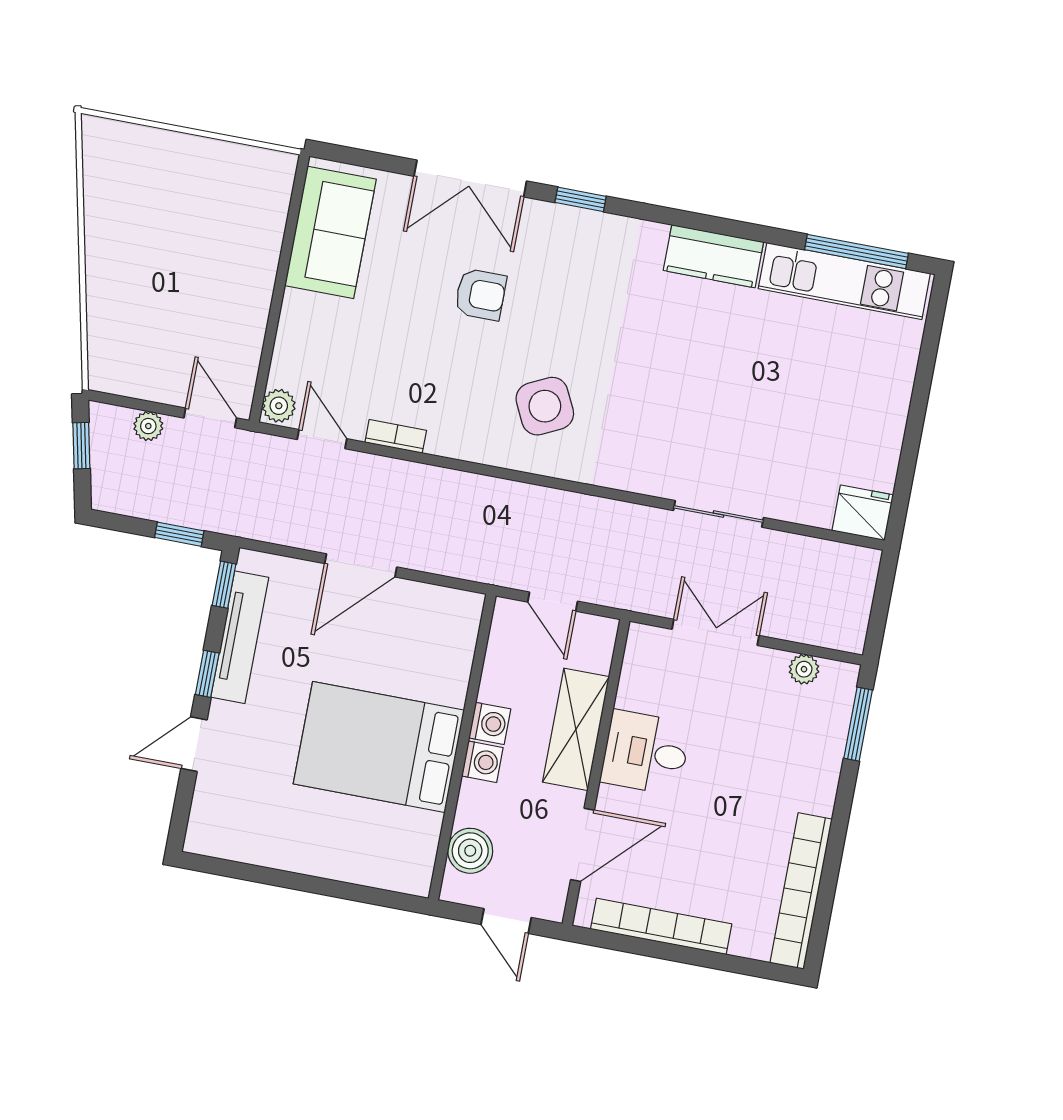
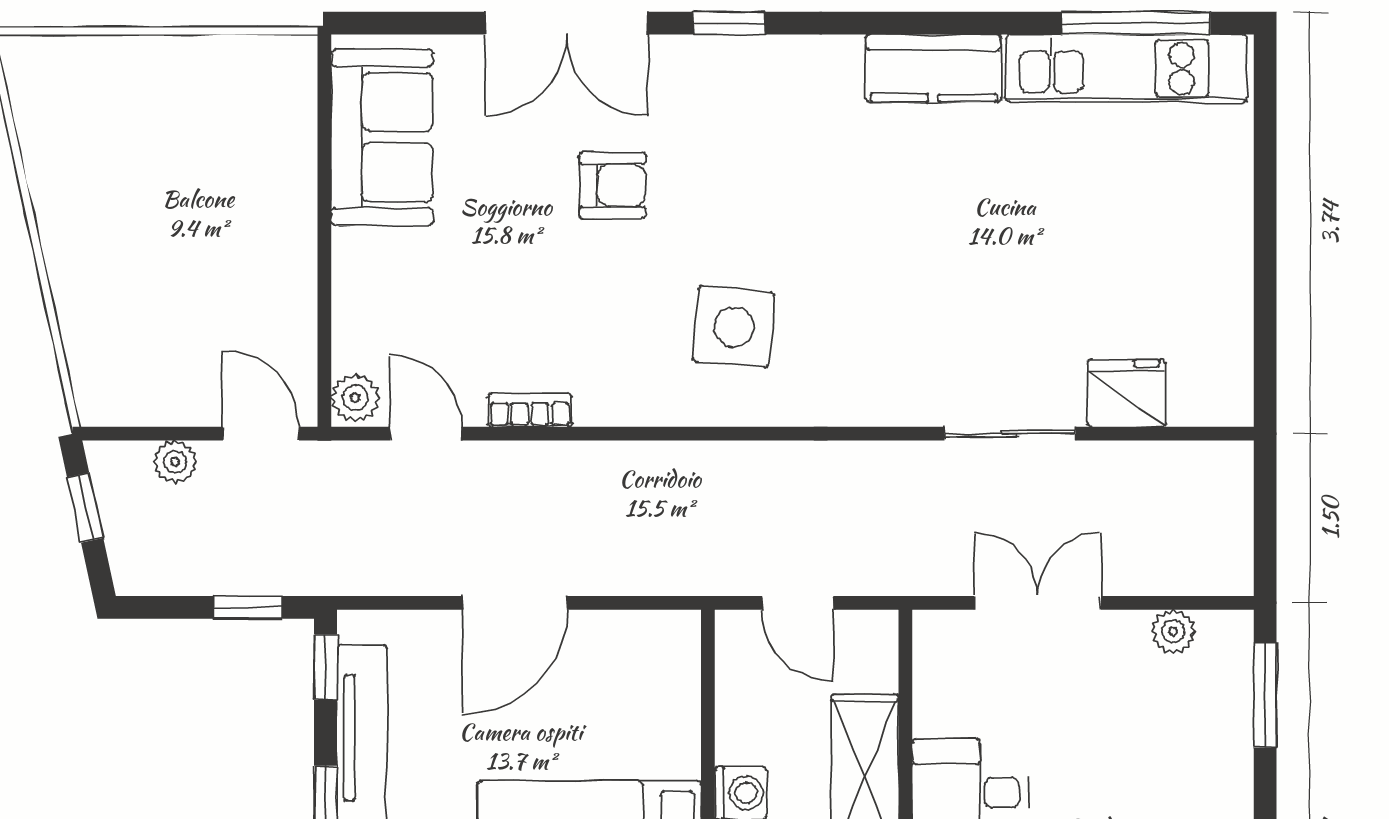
side table: (545, 406) -> (734, 327), turned 31
fridge: (863, 513) -> (1126, 393), moved

